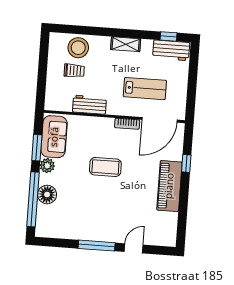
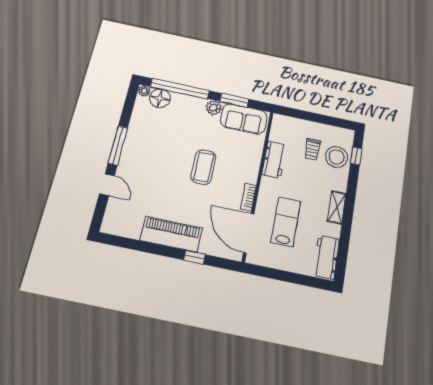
window: (169, 36) -> (356, 156), moved
lab bench: (145, 89) -> (286, 222), turned 180
floor lamp: (47, 194) -> (160, 98), moved
plant: (41, 232) -> (144, 91), added

